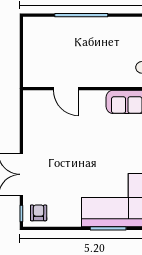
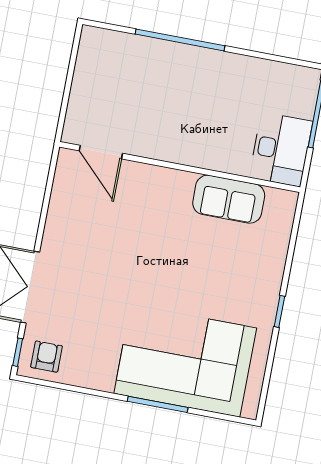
door: (66, 89) -> (101, 152), moved

